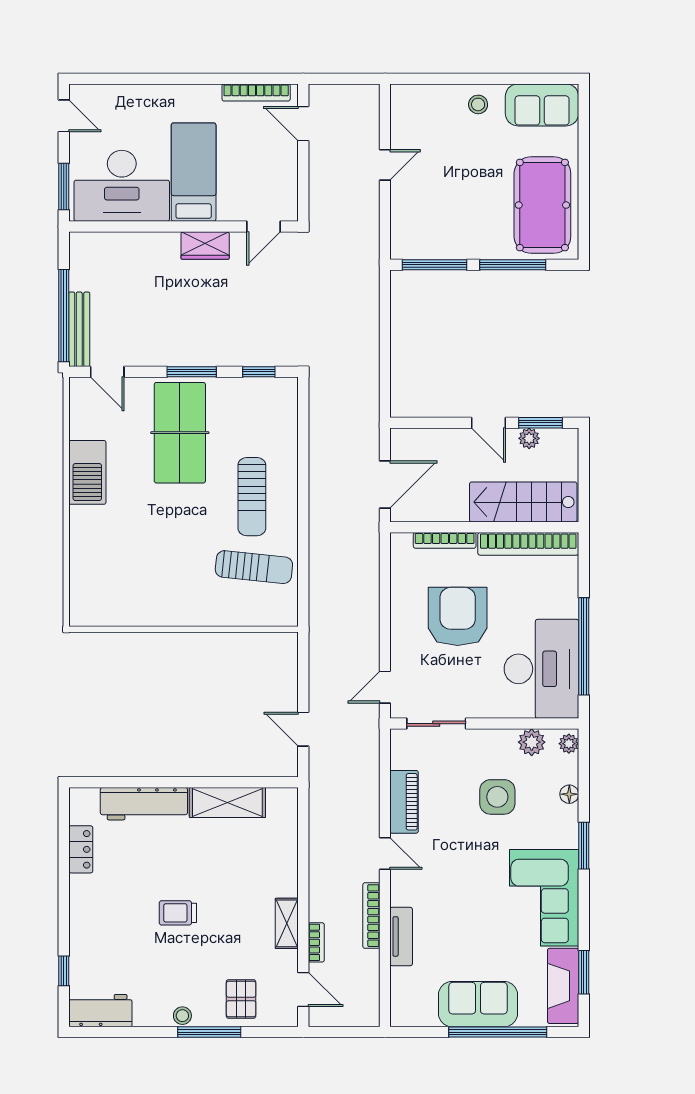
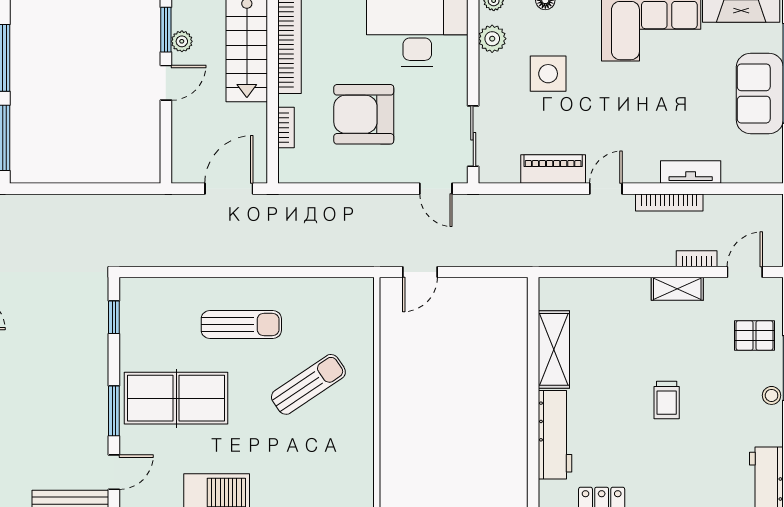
window: (192, 372) -> (114, 411), moved
door: (385, 484) -> (229, 189), hinge flipped
bookcase: (445, 540) -> (286, 128), width x0.64
sun lounger: (254, 567) -> (308, 384), moved, turned 50
door: (303, 729) -> (420, 272), moved

